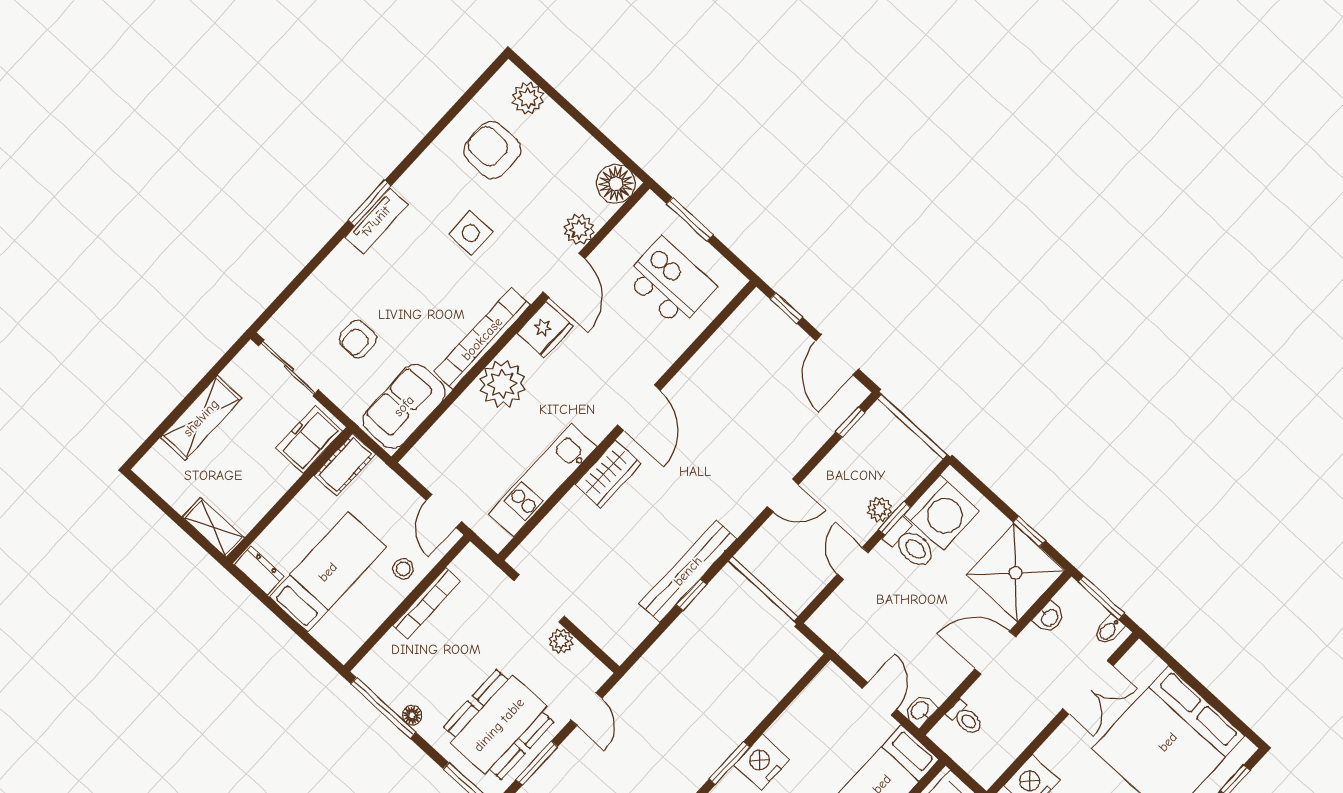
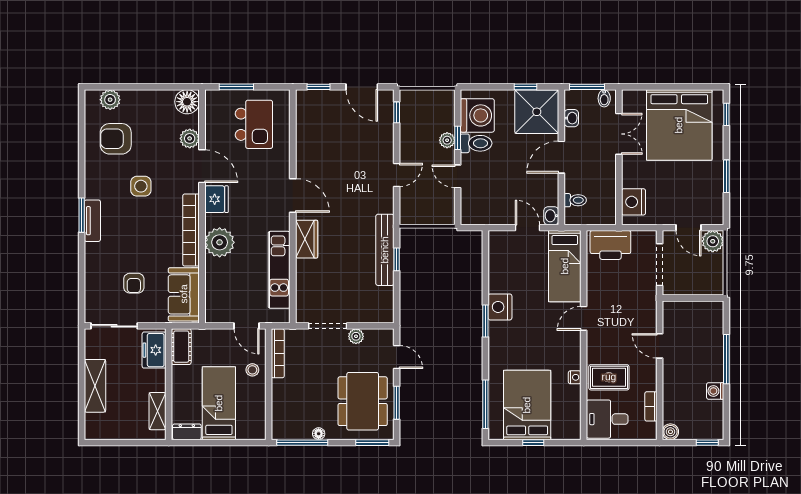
kitchen island: (670, 282) -> (254, 124), turned 90
shelving: (213, 527) -> (157, 411), moved, turned 90
bookcase: (427, 603) -> (278, 353), moved

